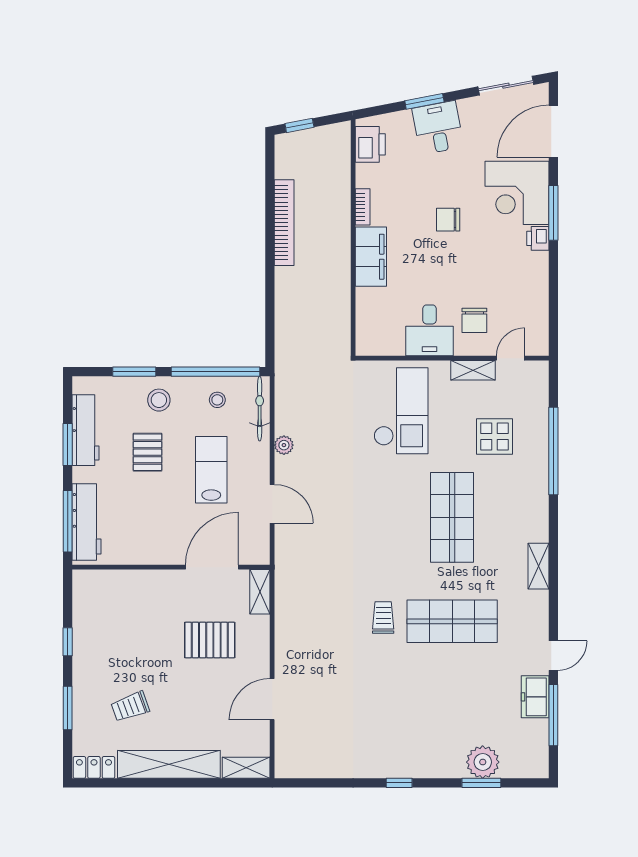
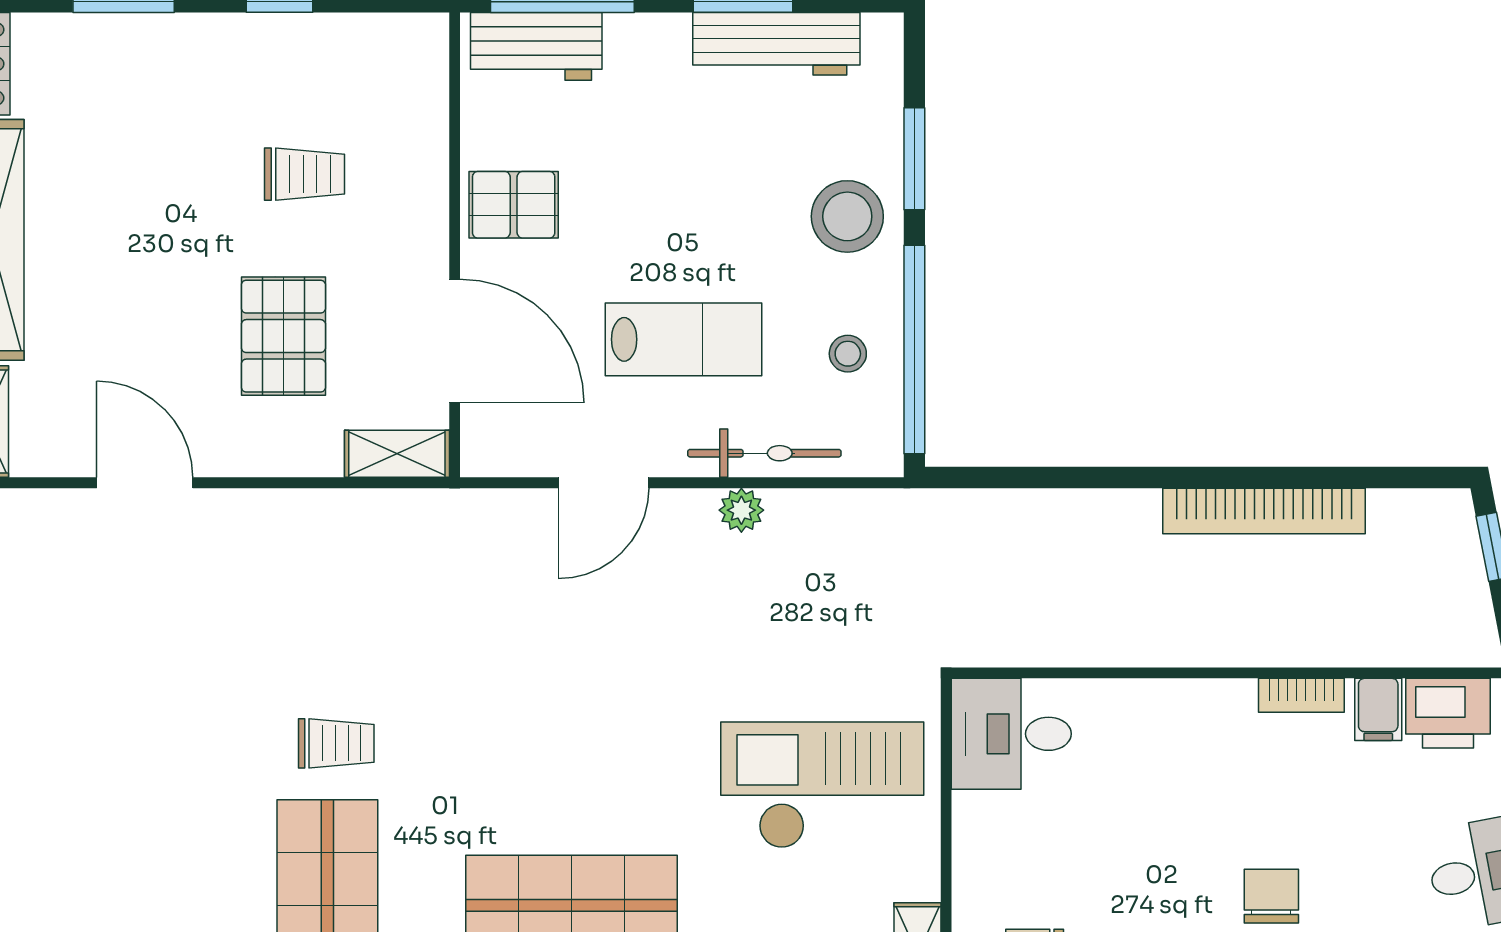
filing cabinet: (371, 257) -> (1378, 709), moved, width x0.33, depth x0.86
desk: (430, 330) -> (1011, 734), moved
stool: (159, 400) -> (847, 216), width x1.38, depth x1.38
bicycle: (260, 409) -> (764, 453), moved
checkout: (401, 411) -> (822, 785), turned 180
pallet: (147, 452) -> (514, 205), moved
workbench: (87, 522) -> (536, 46), width x0.73
trolley: (130, 707) -> (305, 174), moved, turned 110

